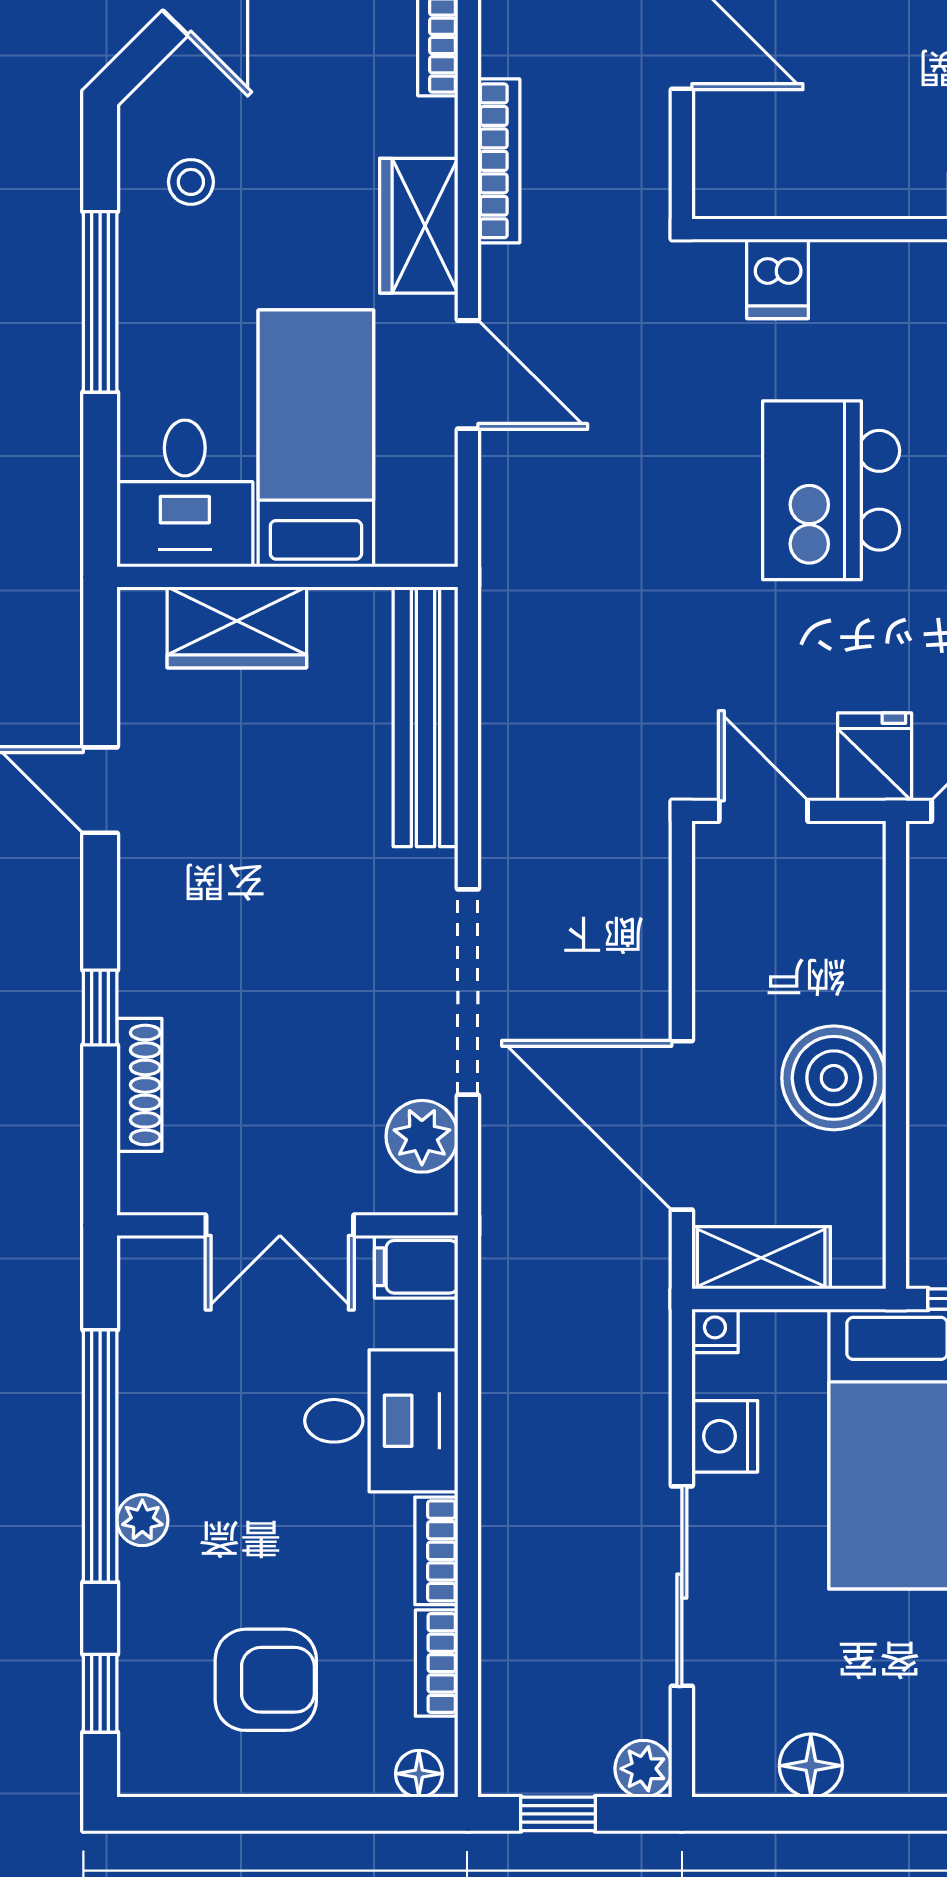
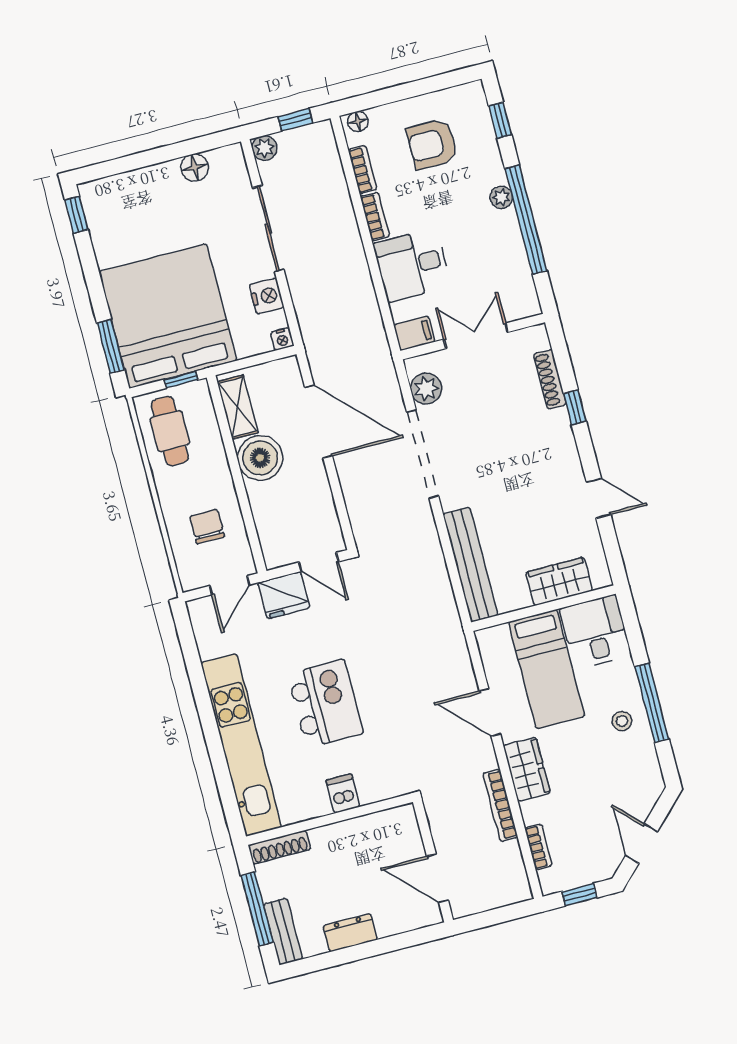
stool: (191, 182) -> (622, 721), moved
dishwasher: (778, 279) -> (343, 794), moved
fridge: (875, 757) -> (284, 595), width x1.38
shelving: (761, 1258) -> (238, 407), moved, turned 90

